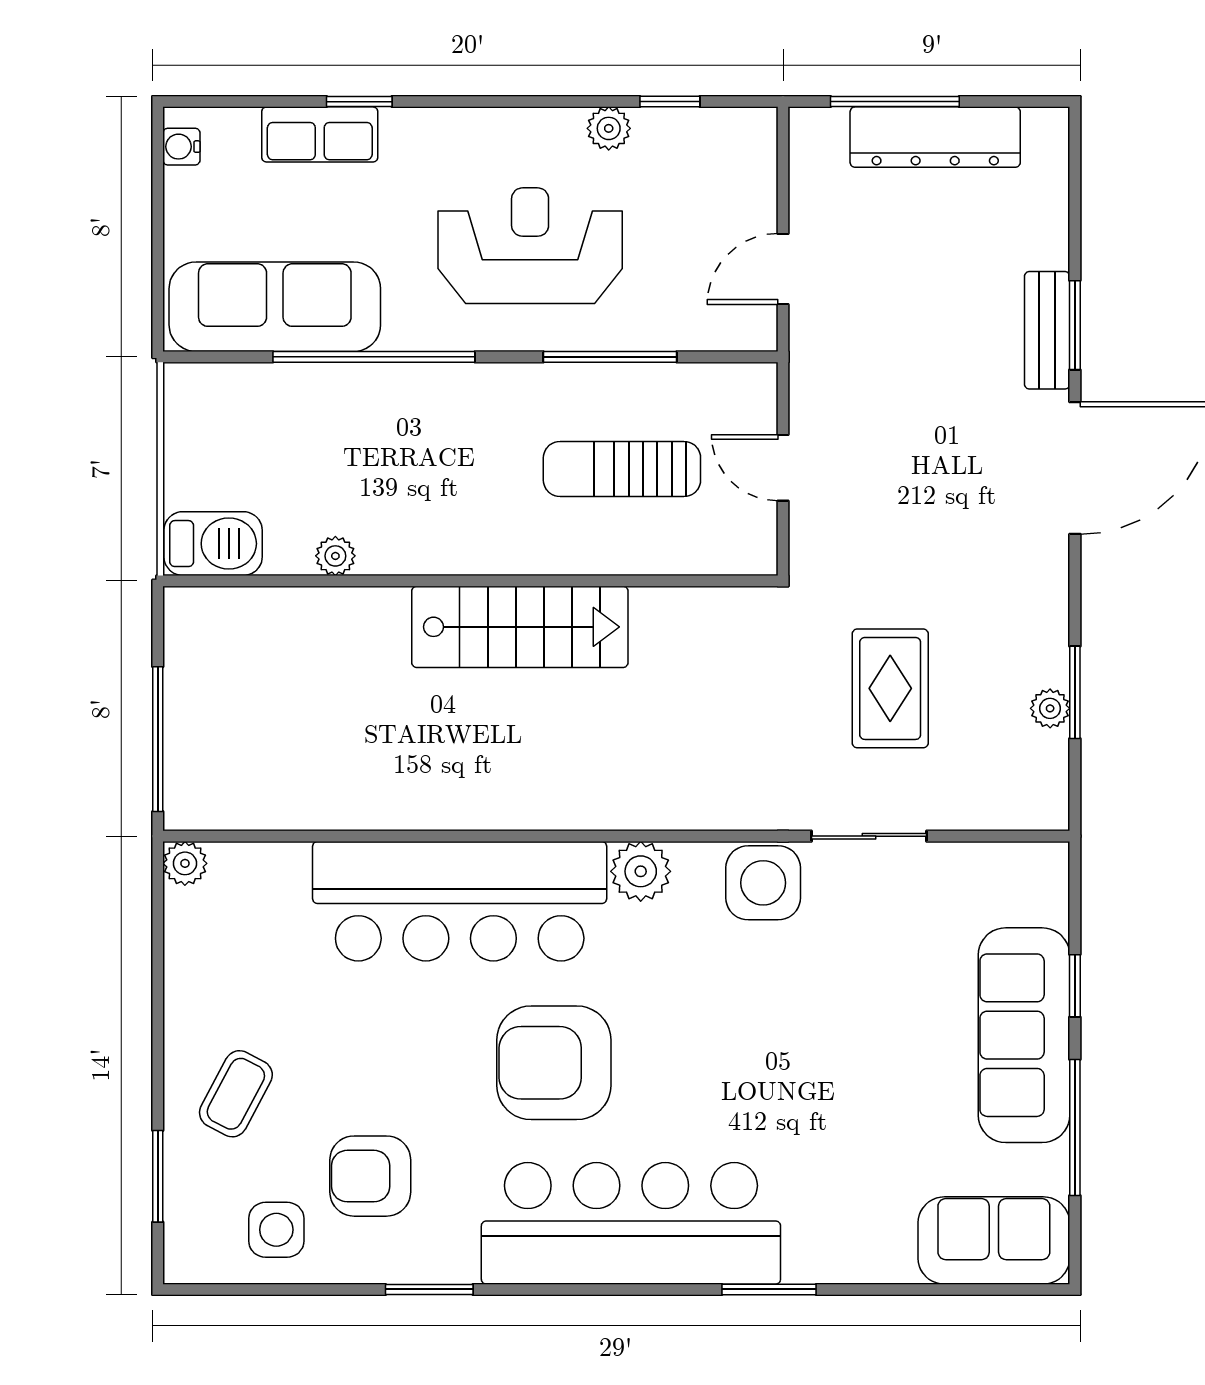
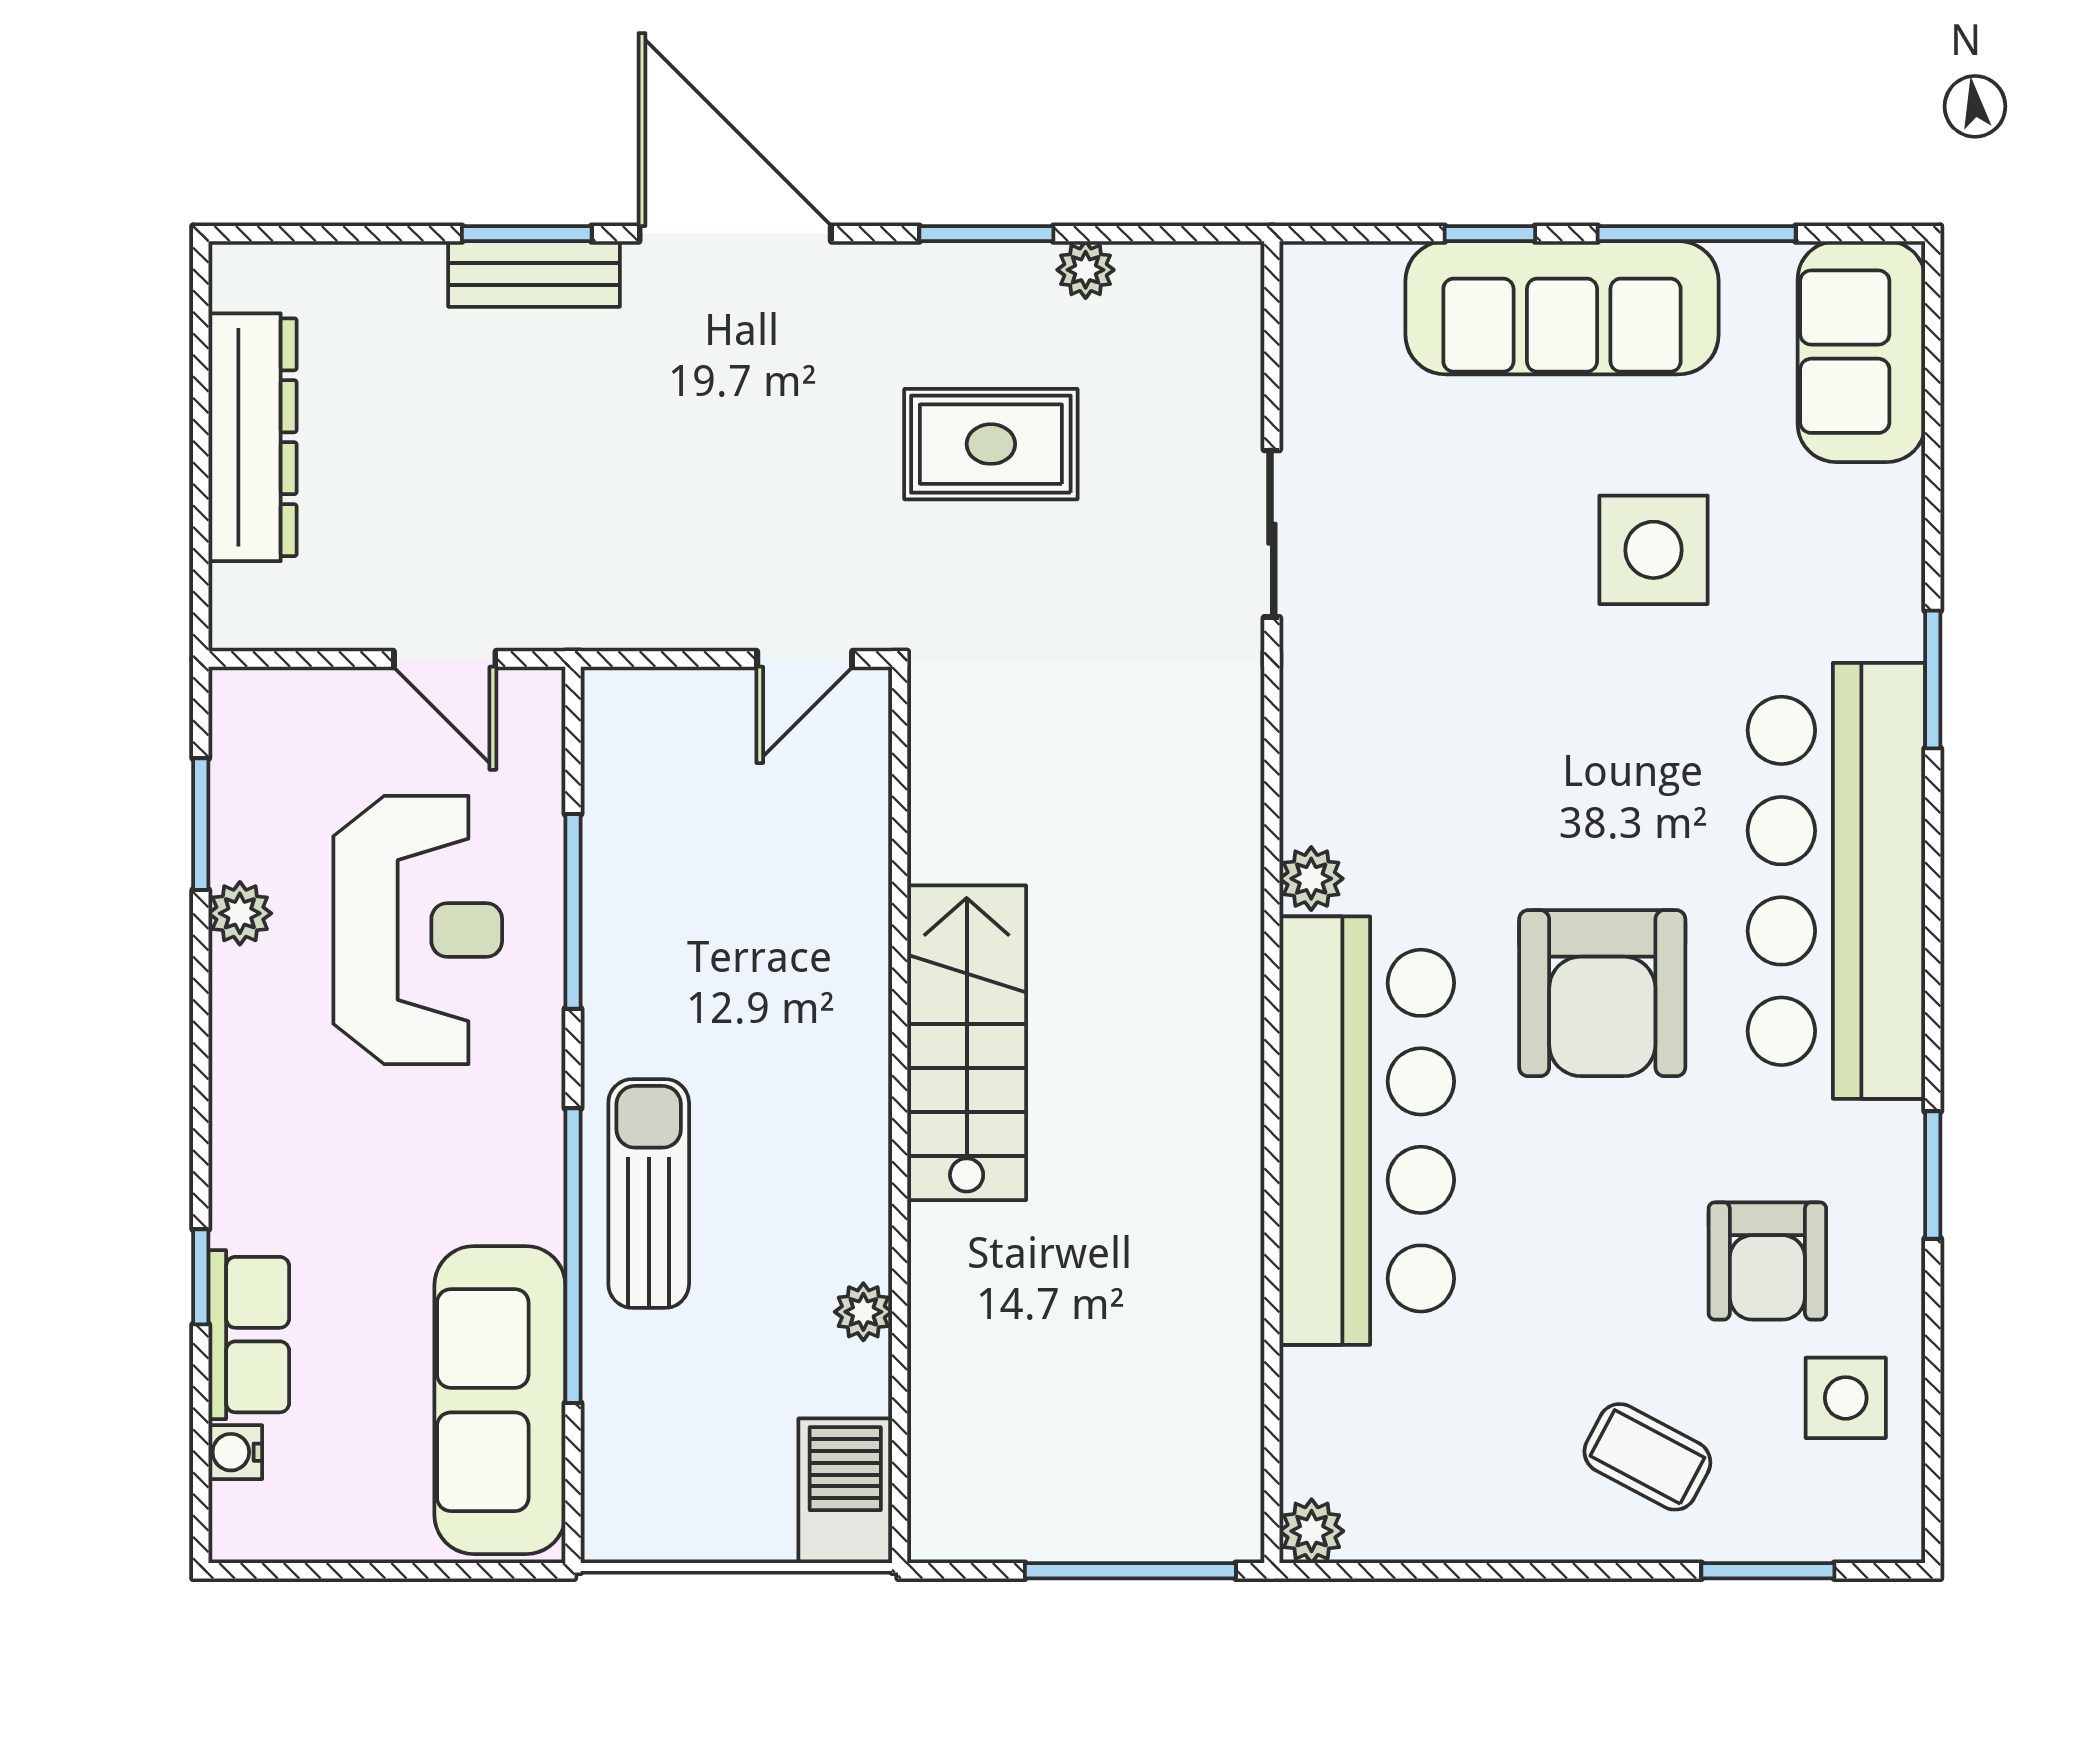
window: (670, 102) -> (201, 824), width x1.50
window: (895, 102) -> (201, 496), removed
water cooler: (181, 147) -> (235, 1452), moved, turned 90
reception desk: (530, 246) -> (418, 930), moved, turned 180
door: (783, 468) -> (805, 659), moved
sun lounger: (622, 469) -> (649, 1193), moved, turned 180
rug: (890, 688) -> (991, 444), moved
window: (1075, 692) -> (986, 234), moved
plant: (641, 871) -> (1311, 879), width x0.73, depth x0.73
side table: (763, 883) -> (1653, 550), moved

